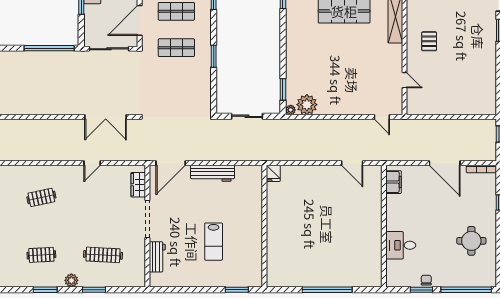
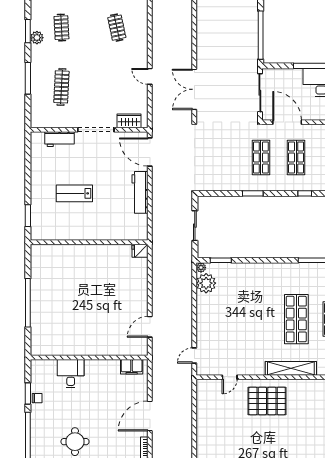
pallet: (429, 41) -> (267, 401), width x2.05, depth x2.00
plant: (71, 280) -> (37, 38), moved
window: (94, 290) -> (28, 78), width x1.44

